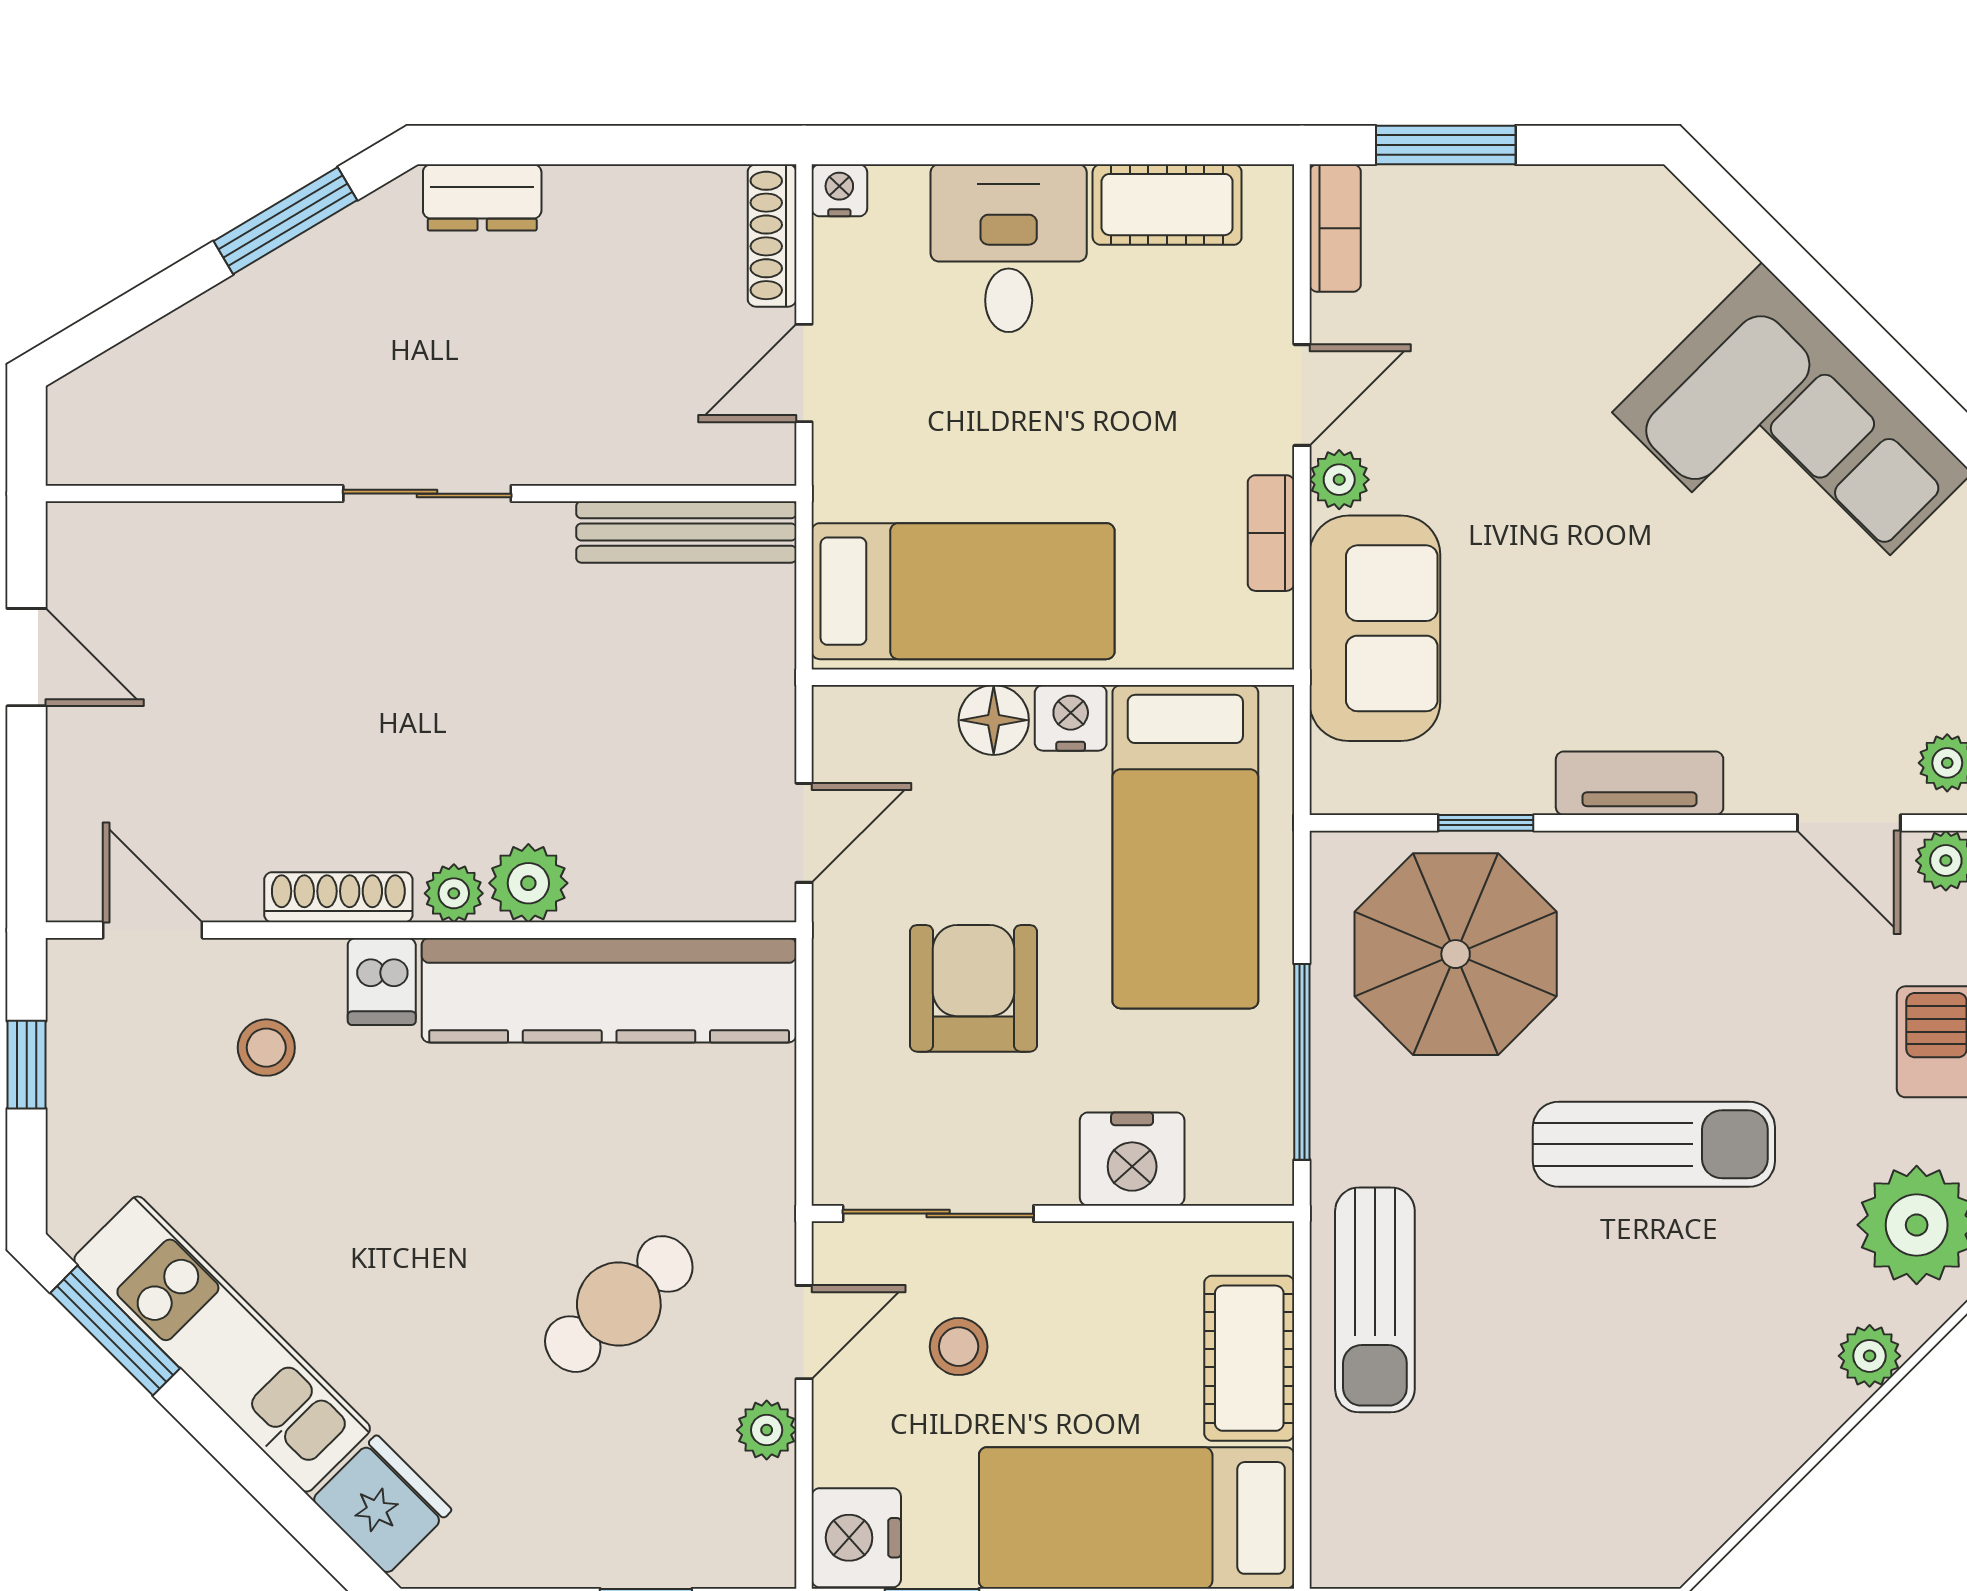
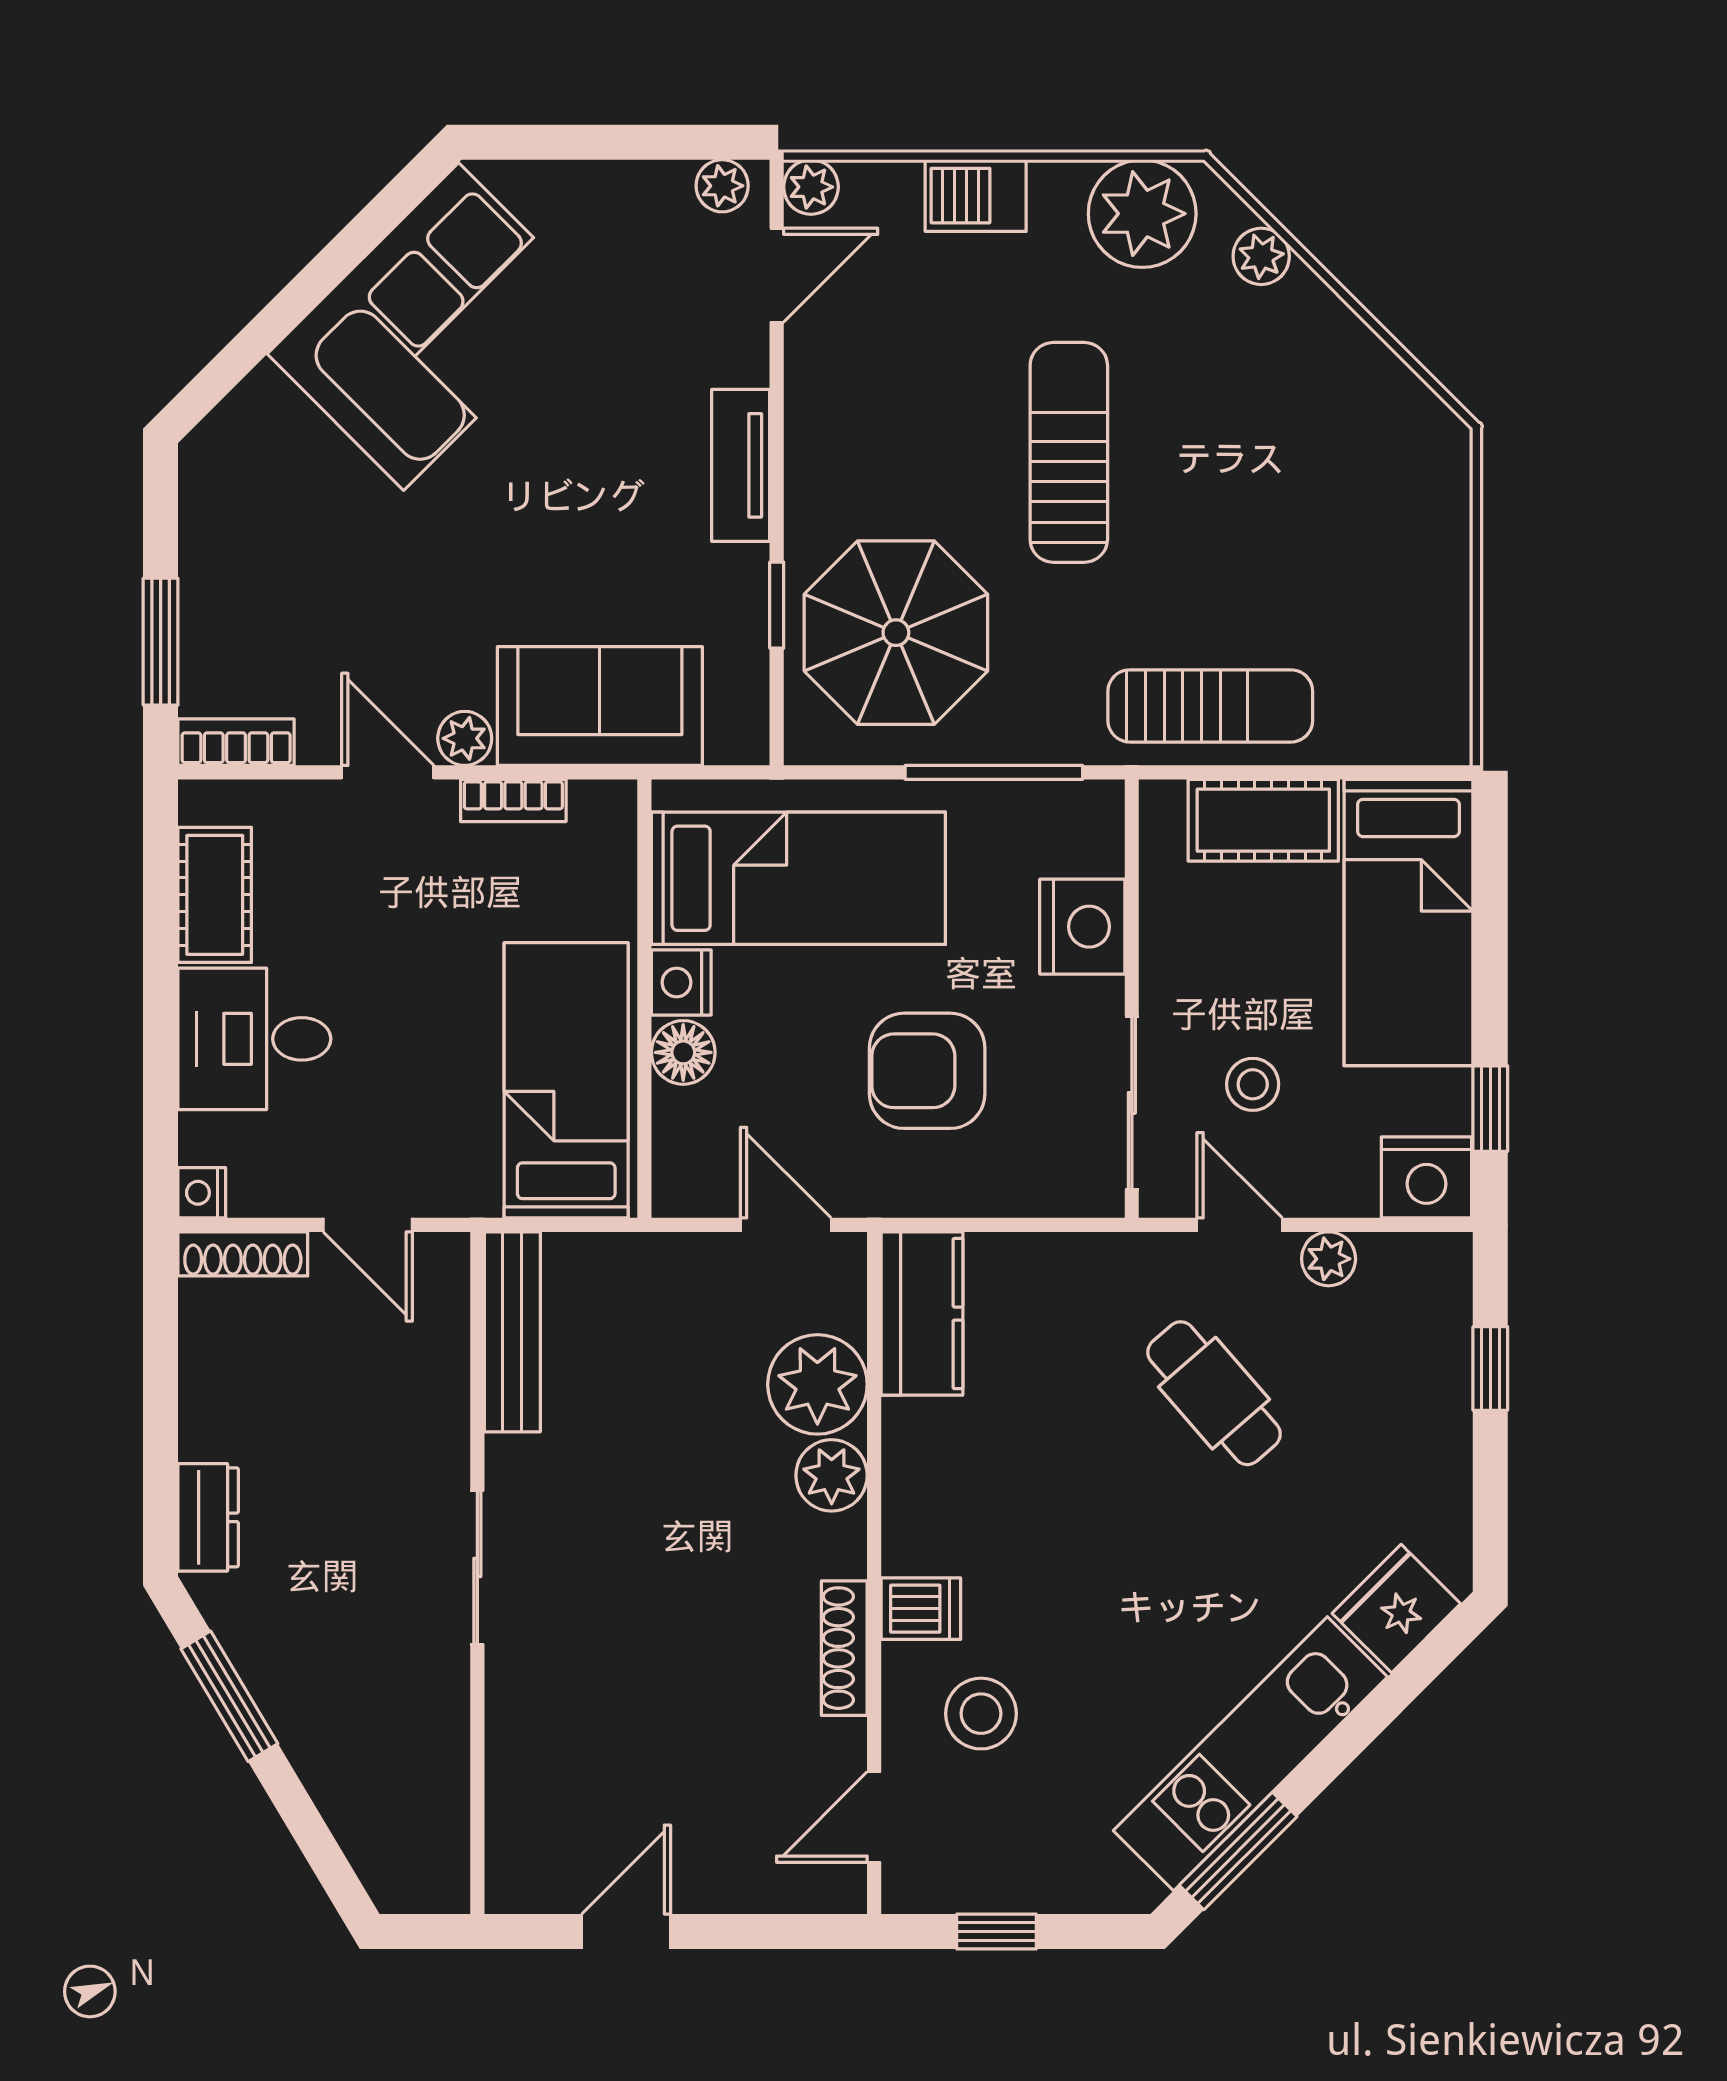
plant: (454, 893) -> (817, 1384), moved, width x1.87, depth x1.87
kitchen counter: (609, 990) -> (922, 1314), width x0.48, depth x0.86
stool: (266, 1048) -> (981, 1714), width x1.37, depth x1.37

